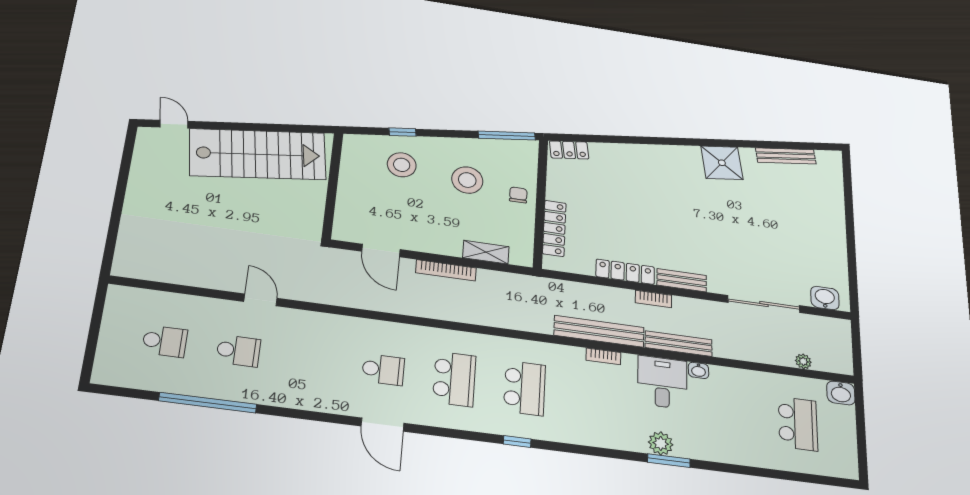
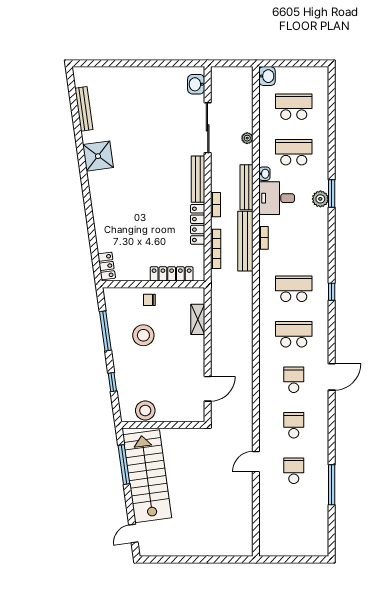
window: (280, 128) -> (124, 465), added
window: (507, 136) -> (105, 331), moved
stool: (402, 165) -> (145, 410), moved
bookcase: (446, 270) -> (216, 249), moved
bench: (682, 280) -> (198, 179), width x1.36
school desk: (165, 341) -> (294, 425), moved
plant: (803, 361) -> (247, 138), moved
window: (208, 403) -> (332, 485), width x0.68
school desk: (731, 415) -> (294, 152), added

